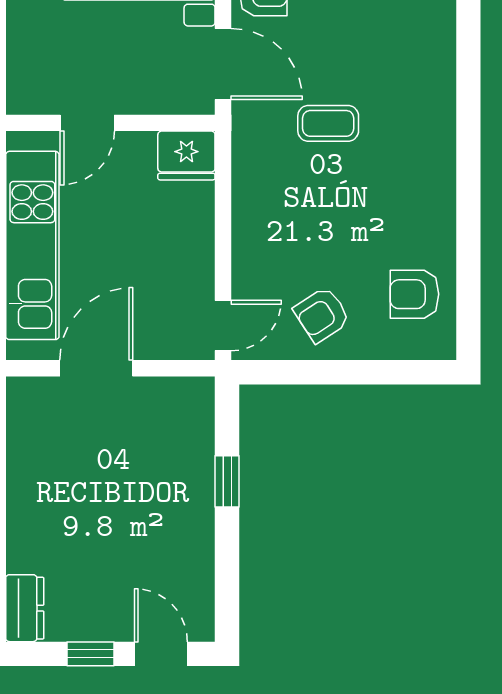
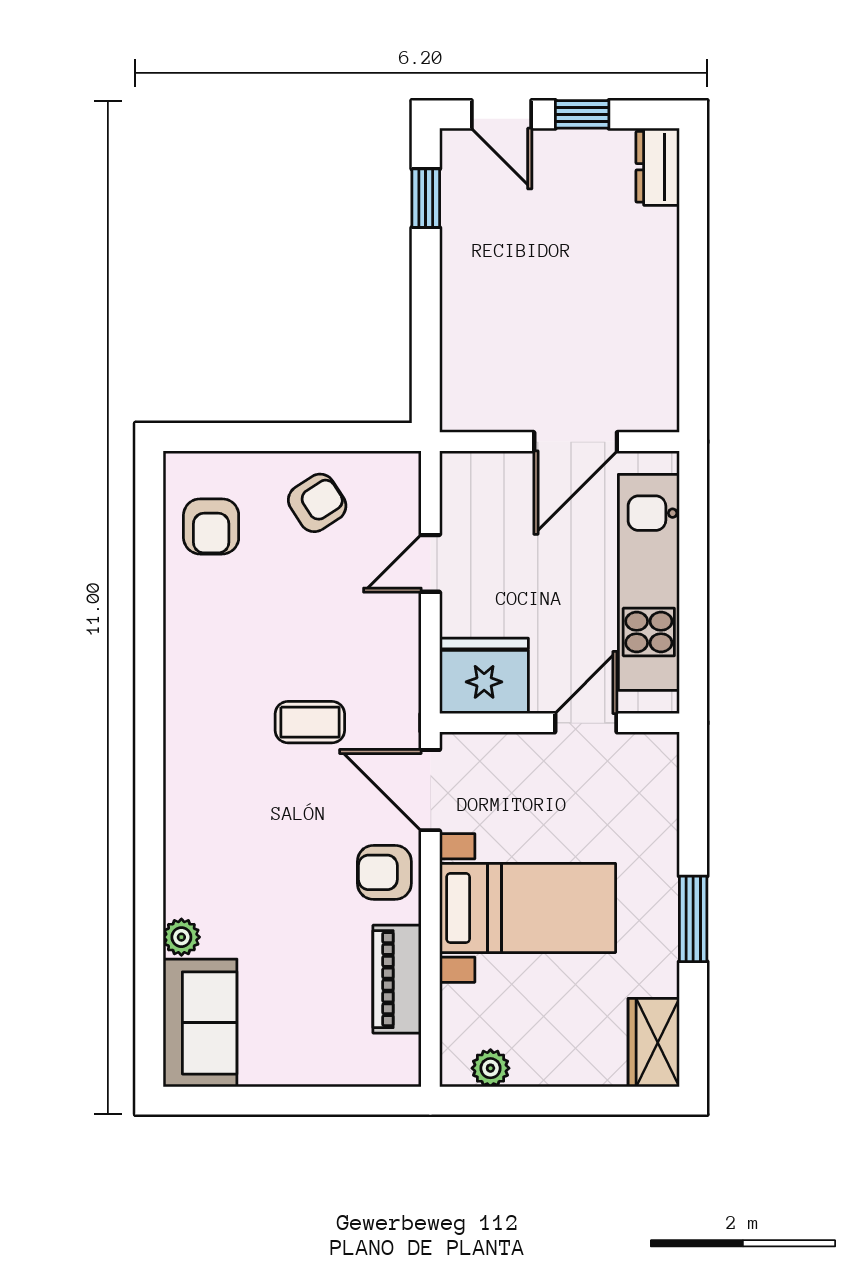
fridge: (186, 155) -> (484, 676), width x1.36, depth x1.34
armchair: (414, 294) -> (211, 526), turned 90
door: (223, 326) -> (430, 563), moved
window: (227, 481) -> (426, 198), moved

